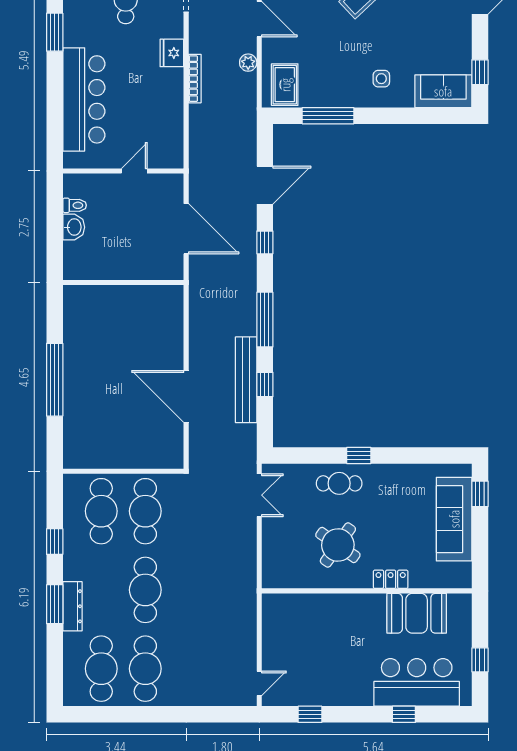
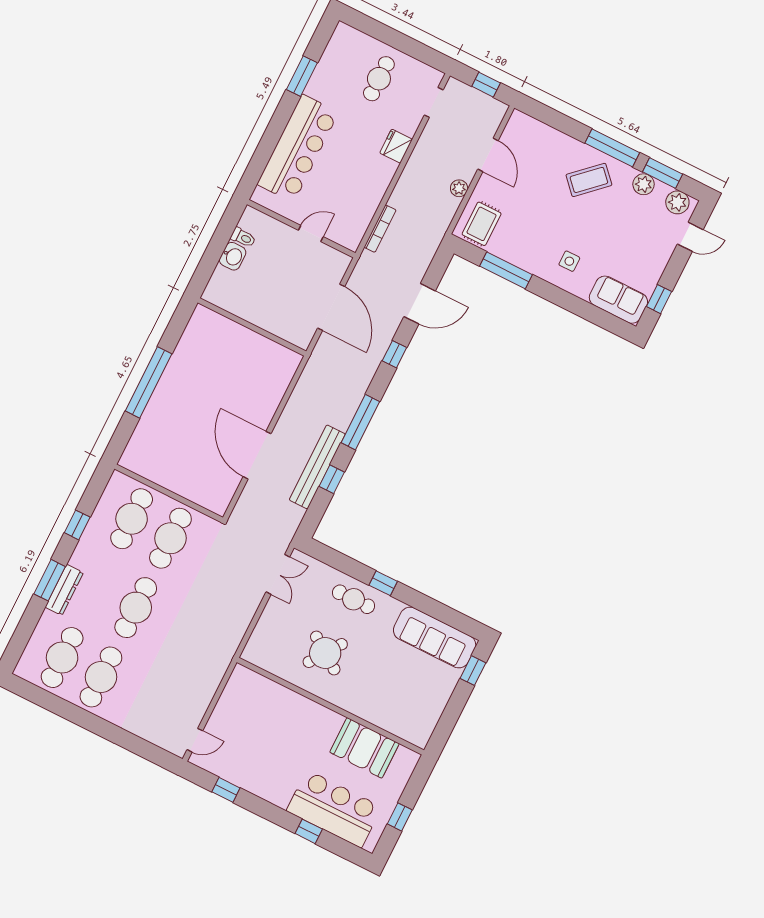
bookcase: (195, 79) -> (380, 229), moved
sofa: (454, 519) -> (435, 638), moved, turned -90
locker: (391, 579) -> (357, 706), removed

